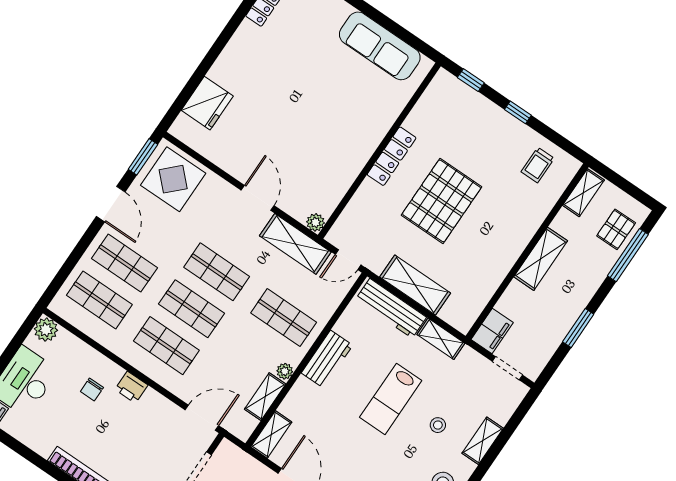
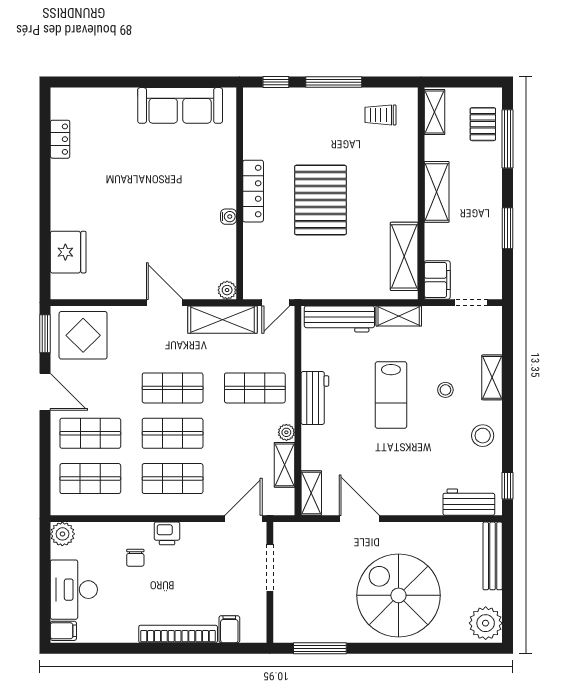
window: (518, 112) -> (334, 82), width x2.17
water cooler: (357, 163) -> (229, 217), added
trolley: (538, 165) -> (380, 115), turned 90
shelving: (415, 285) -> (404, 256), moved, turned 90

